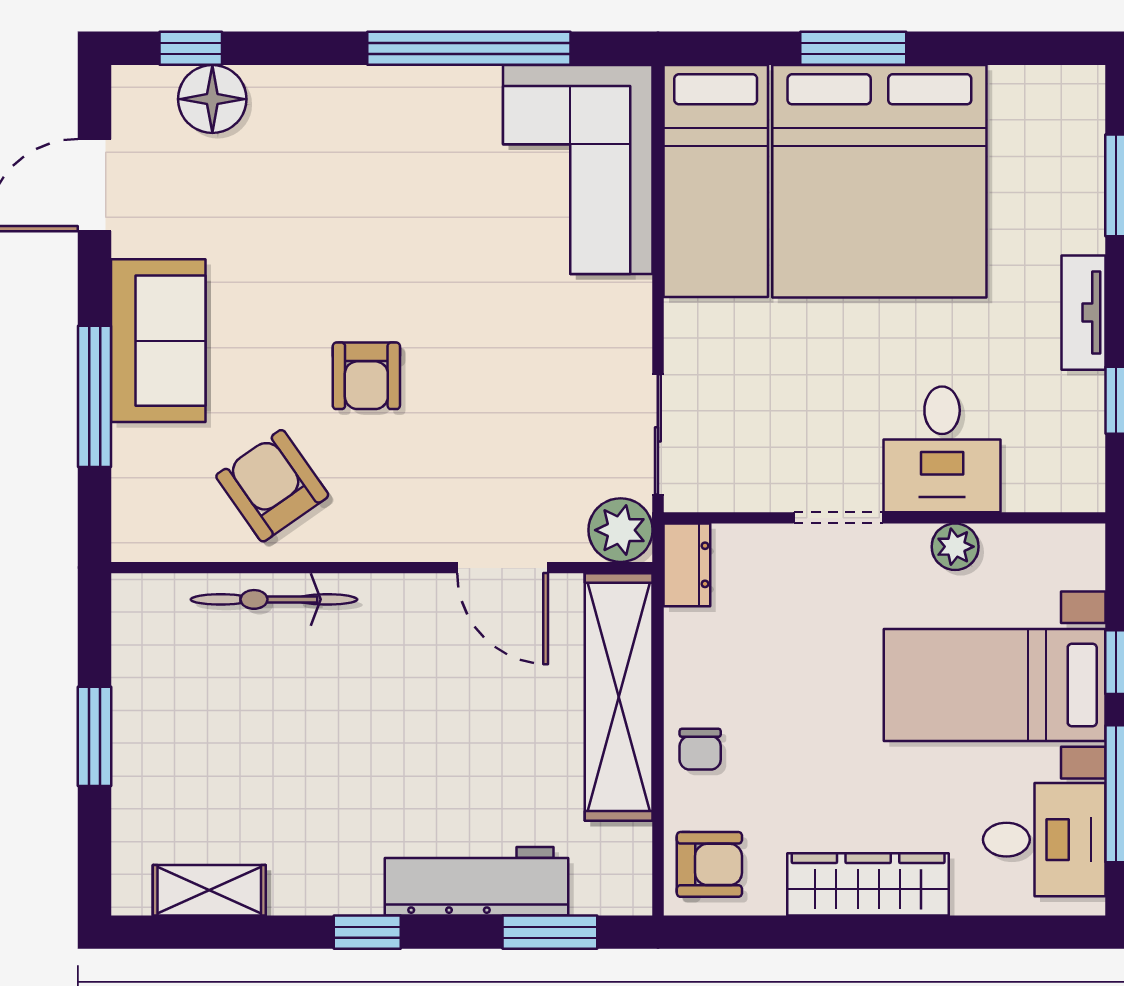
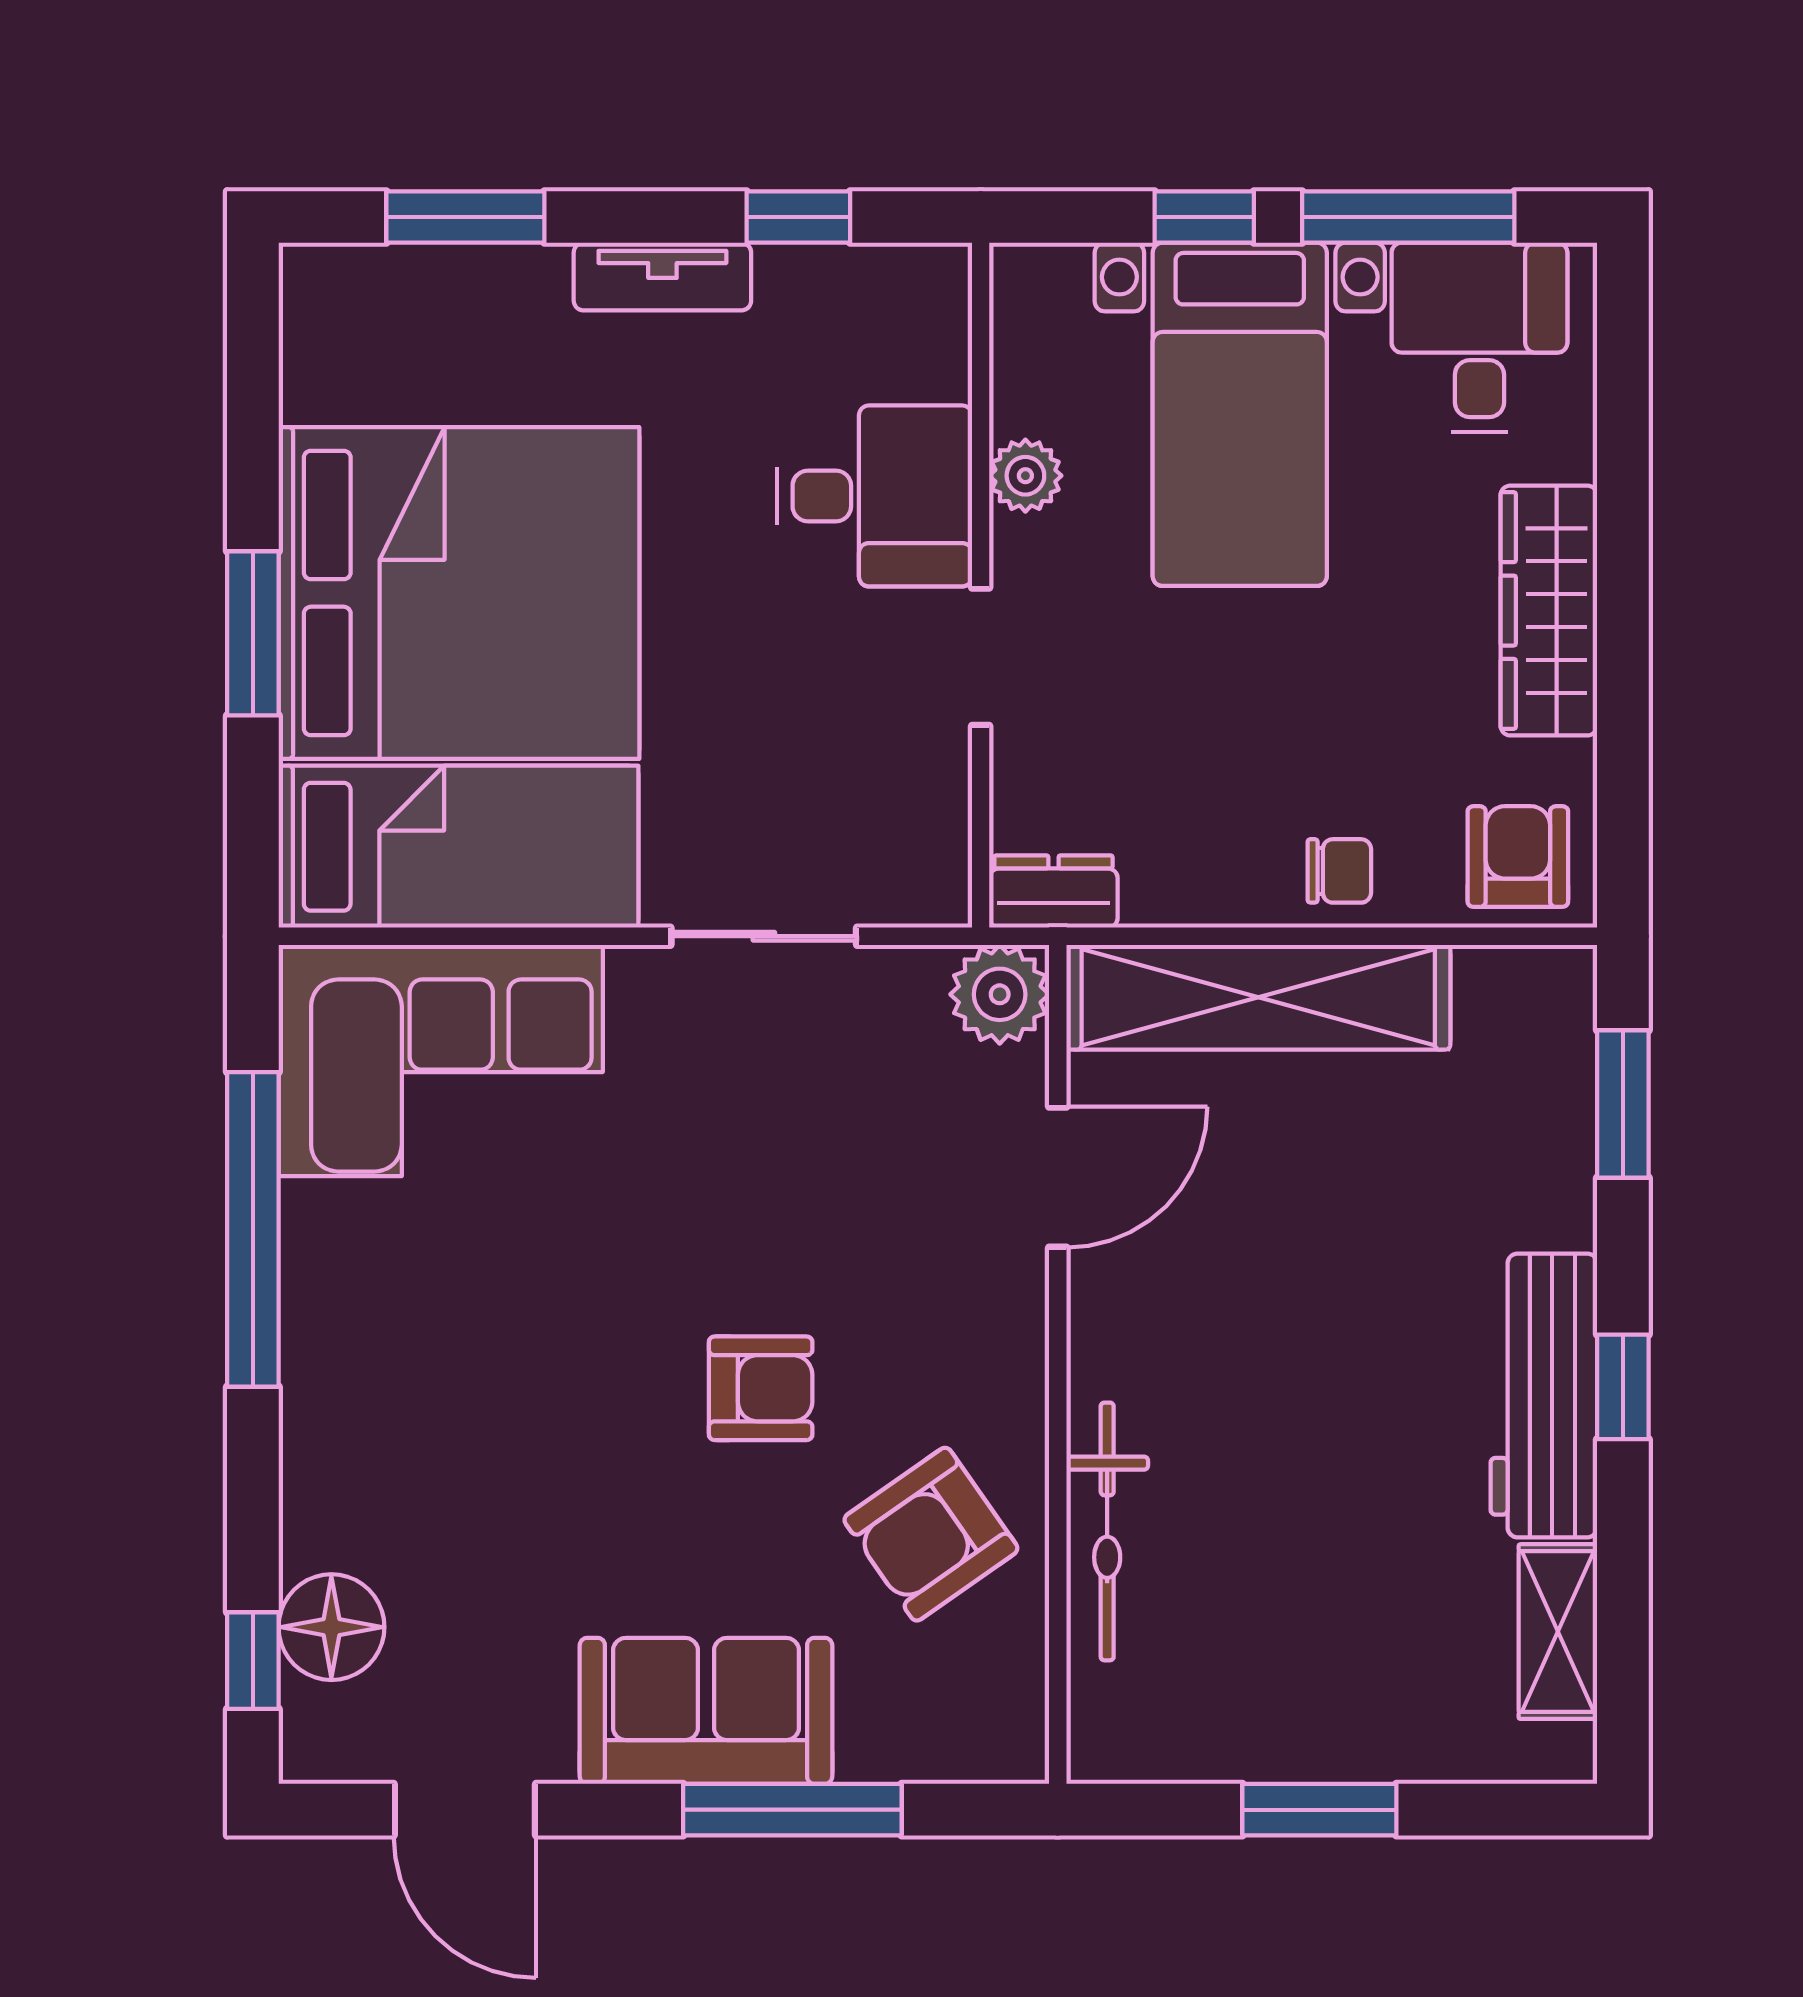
sliding door: (658, 434) -> (764, 936), moved
workbench: (476, 881) -> (1544, 1395), moved

